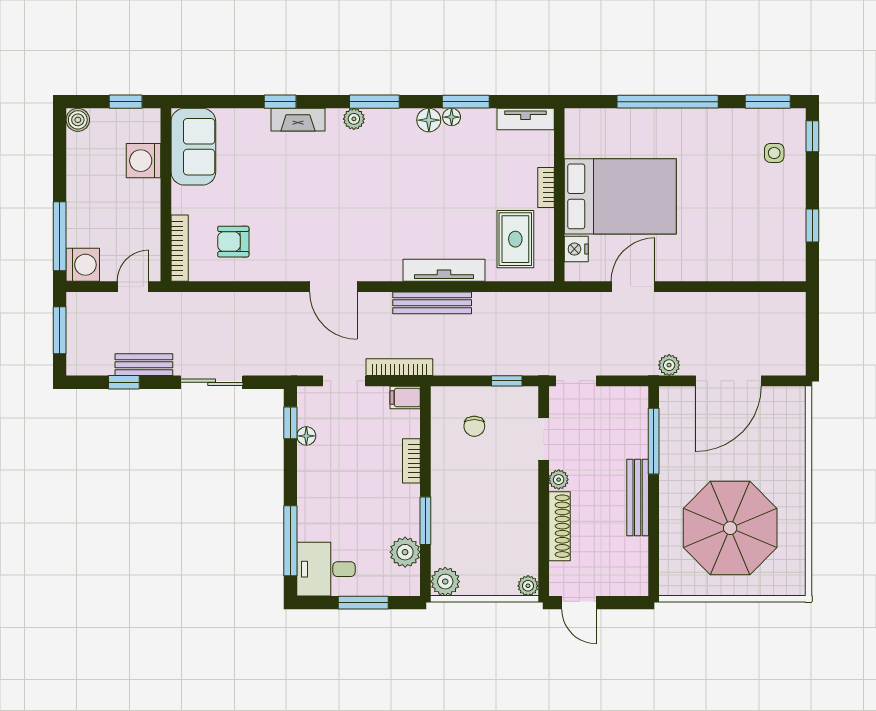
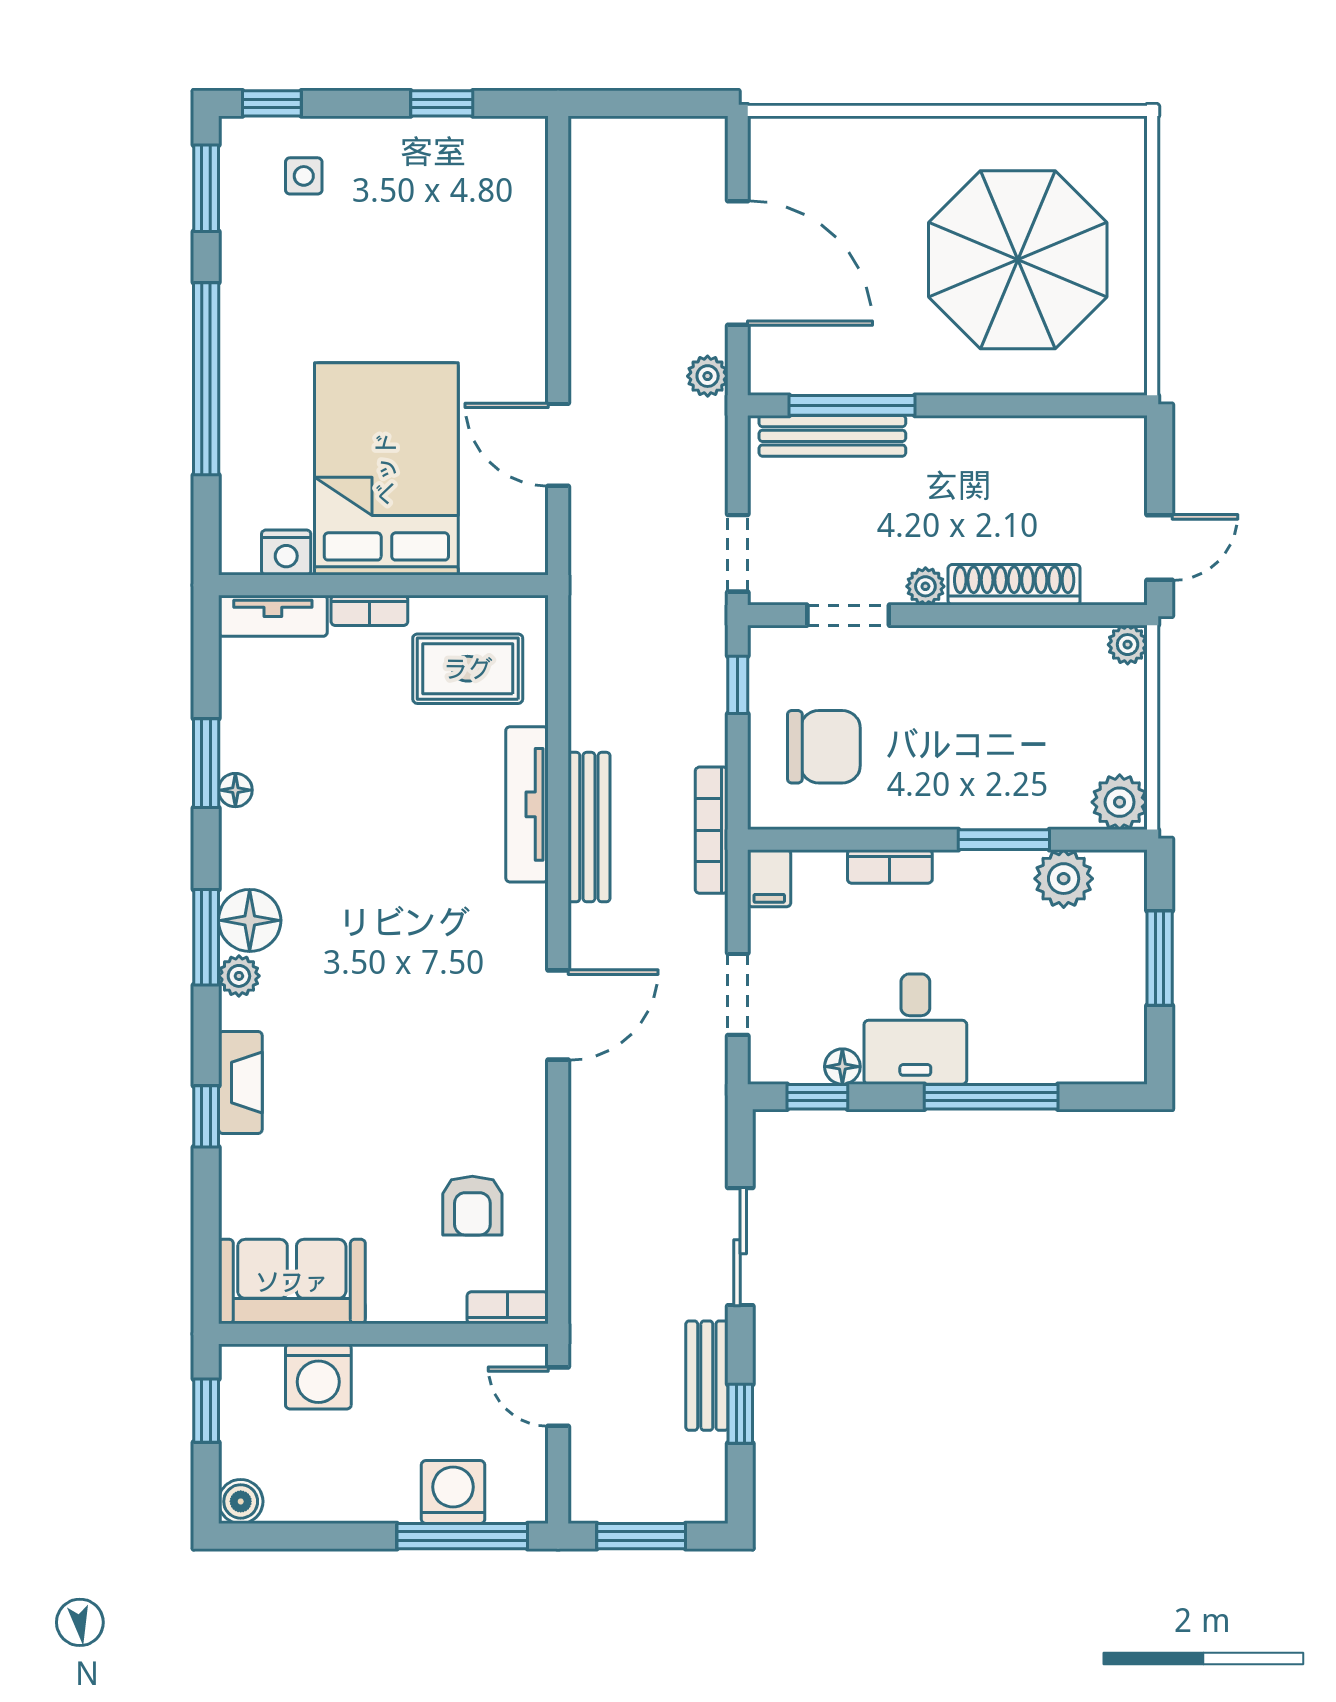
tv unit: (526, 119) -> (273, 616), moved, turned 90
floor lamp: (429, 120) -> (250, 920), moved, width x1.38, depth x1.38
bookcase: (180, 248) -> (508, 1308), width x0.64
nightstand: (576, 249) -> (286, 552), moved
washing machine: (83, 265) -> (453, 1492), moved
bookcase: (399, 367) -> (712, 830), moved
chair: (474, 426) -> (824, 747), width x1.87, depth x1.87
bench: (638, 497) -> (832, 436), moved
window: (290, 541) -> (991, 1097), moved
desk: (326, 569) -> (915, 1029), moved

